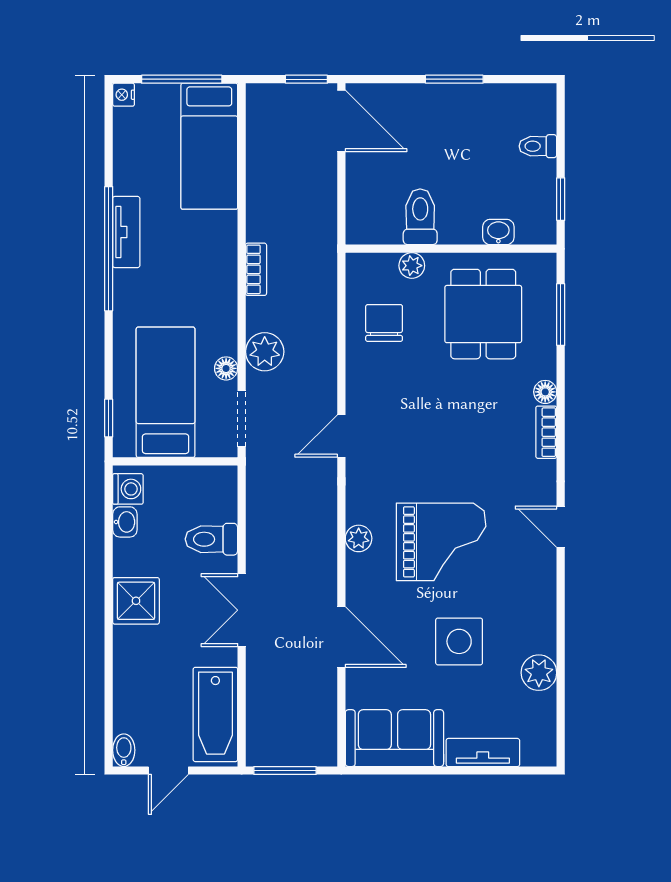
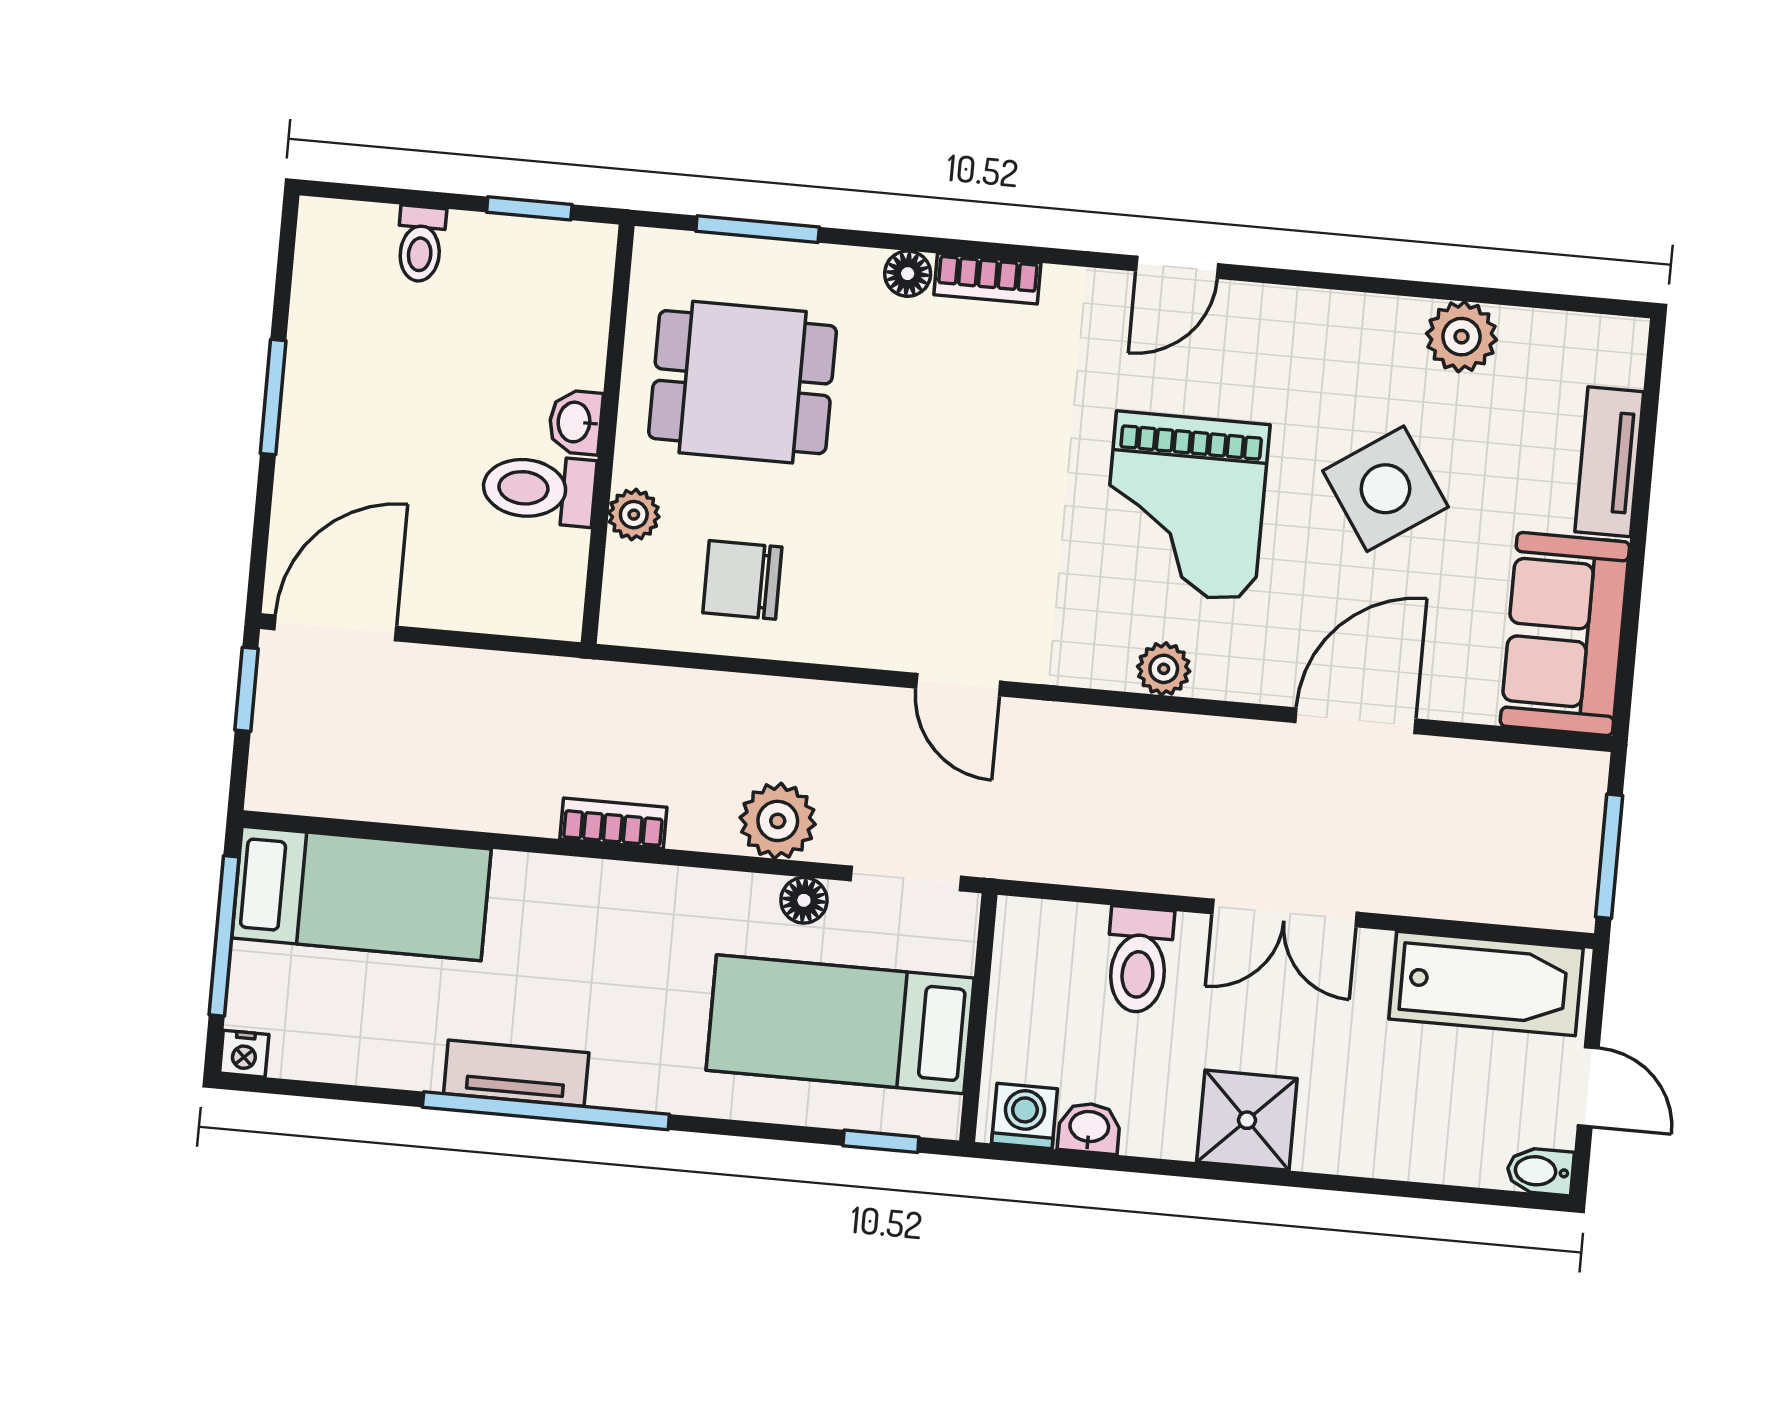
washbasin: (498, 232) -> (575, 422), moved
grand piano: (441, 542) -> (1185, 506), turned 180
side table: (459, 641) -> (1385, 489), turned -34

